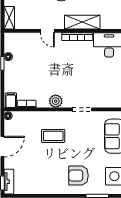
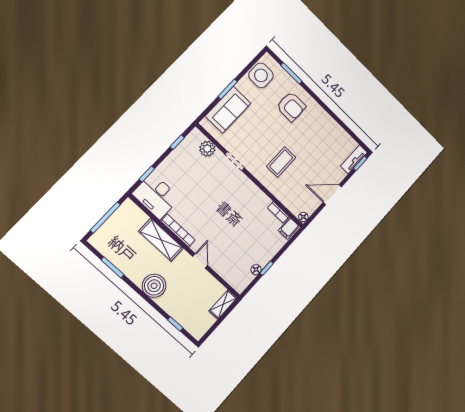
plant: (56, 101) -> (207, 149), moved
coffee table: (53, 136) -> (281, 162), turned 90

